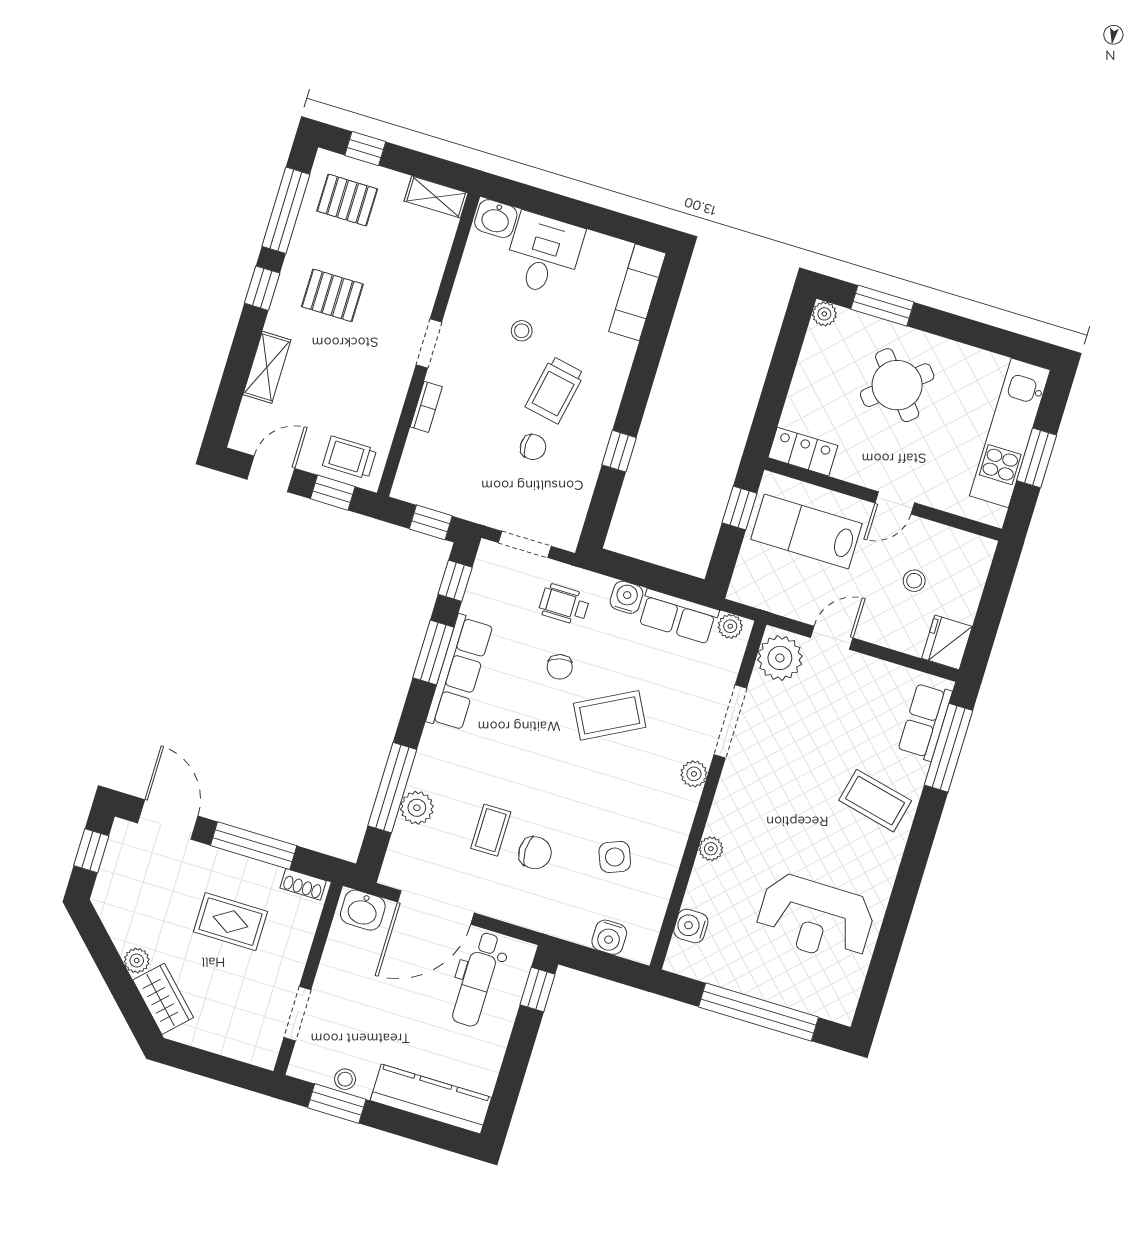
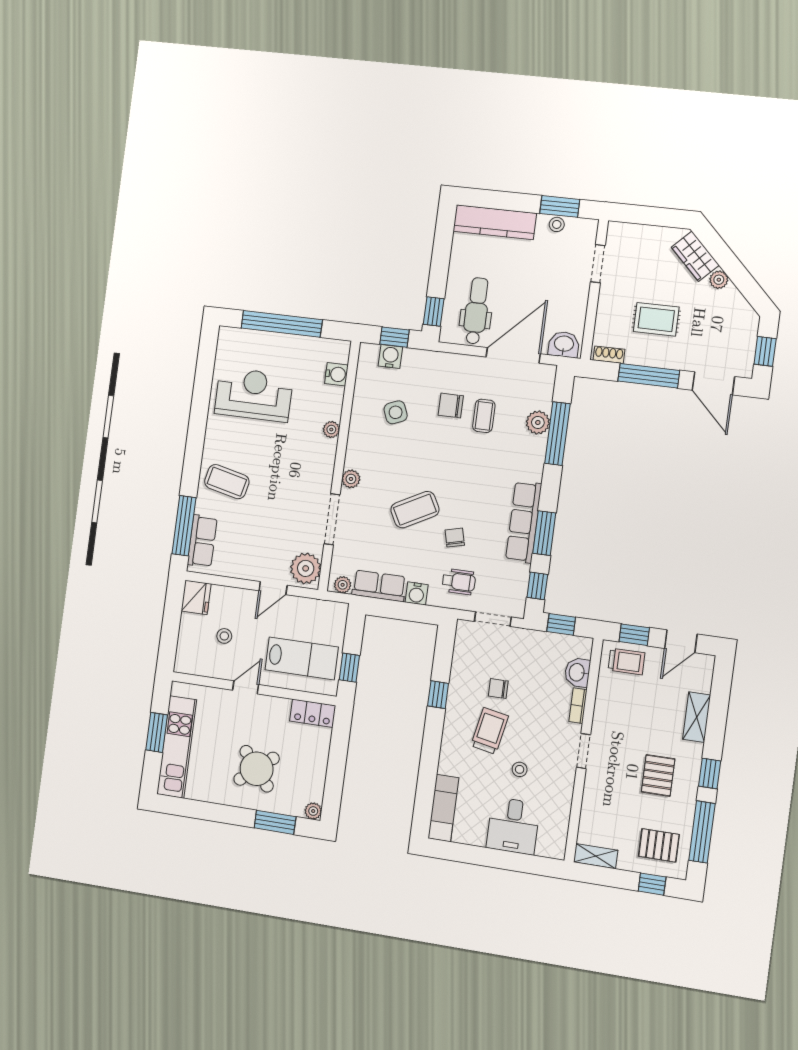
washbasin: (496, 219) -> (577, 672), moved, turned -90
pallet: (332, 295) -> (658, 775), turned 90
window: (599, 964) -> (394, 337), added

